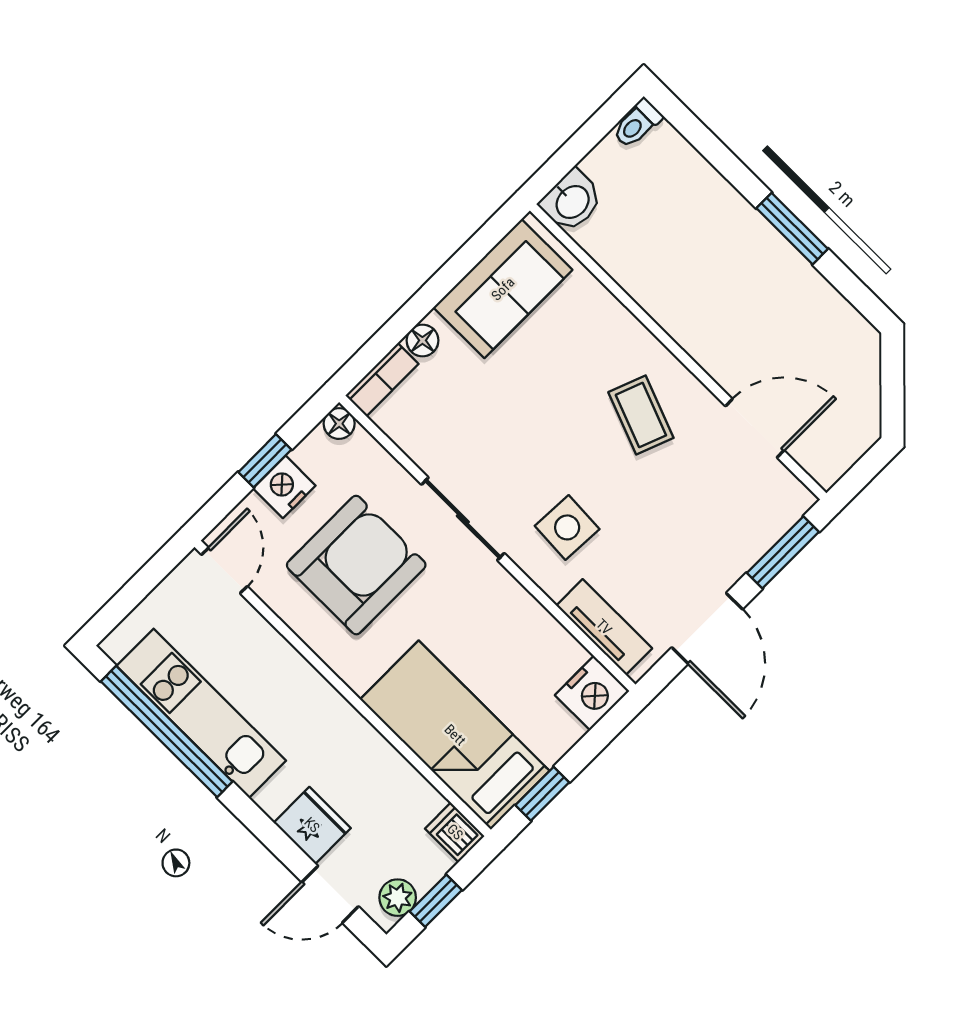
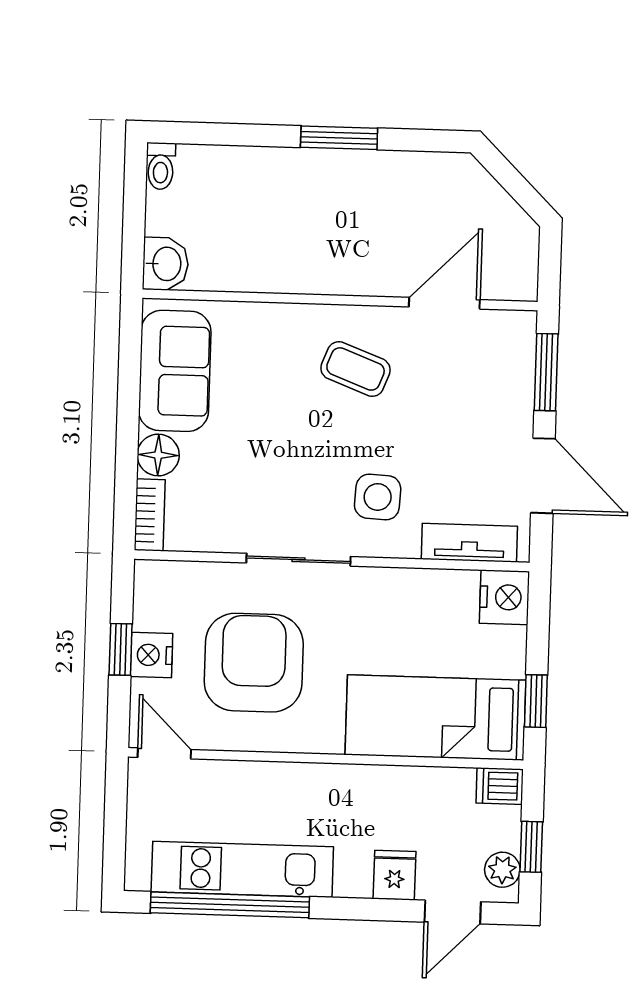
floor lamp: (422, 340) -> (158, 455), width x1.37, depth x1.37
floor lamp: (339, 424) -> (148, 574), removed
fridge: (312, 825) -> (394, 875), width x0.72

